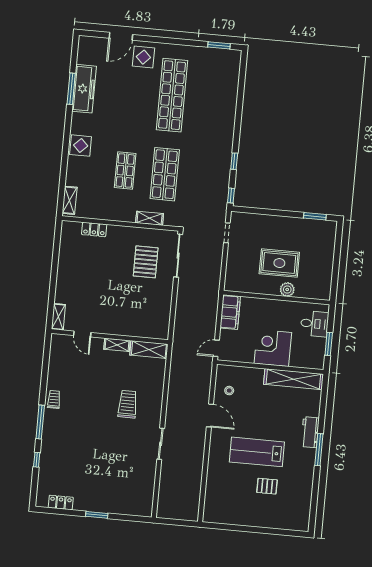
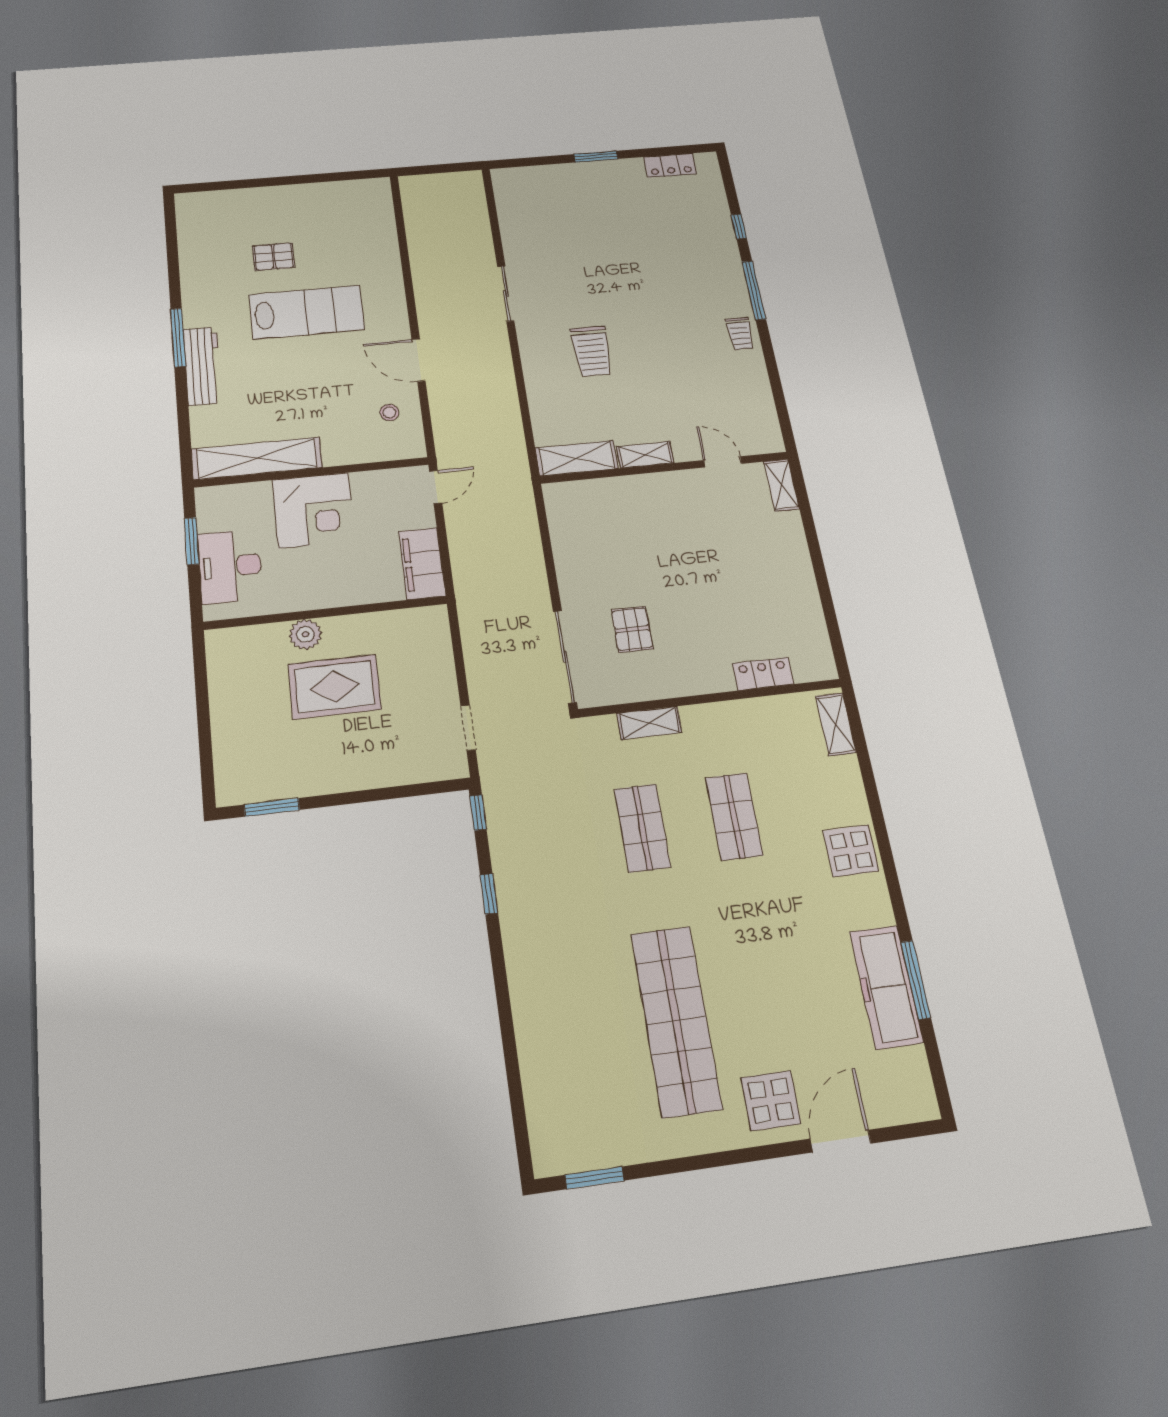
shop shelf: (165, 174) -> (642, 828), width x0.70, depth x0.74
pallet: (146, 262) -> (632, 629), width x0.67, depth x0.71
desk: (314, 324) -> (230, 566), width x1.37
workbench: (310, 432) -> (202, 366), width x1.38

